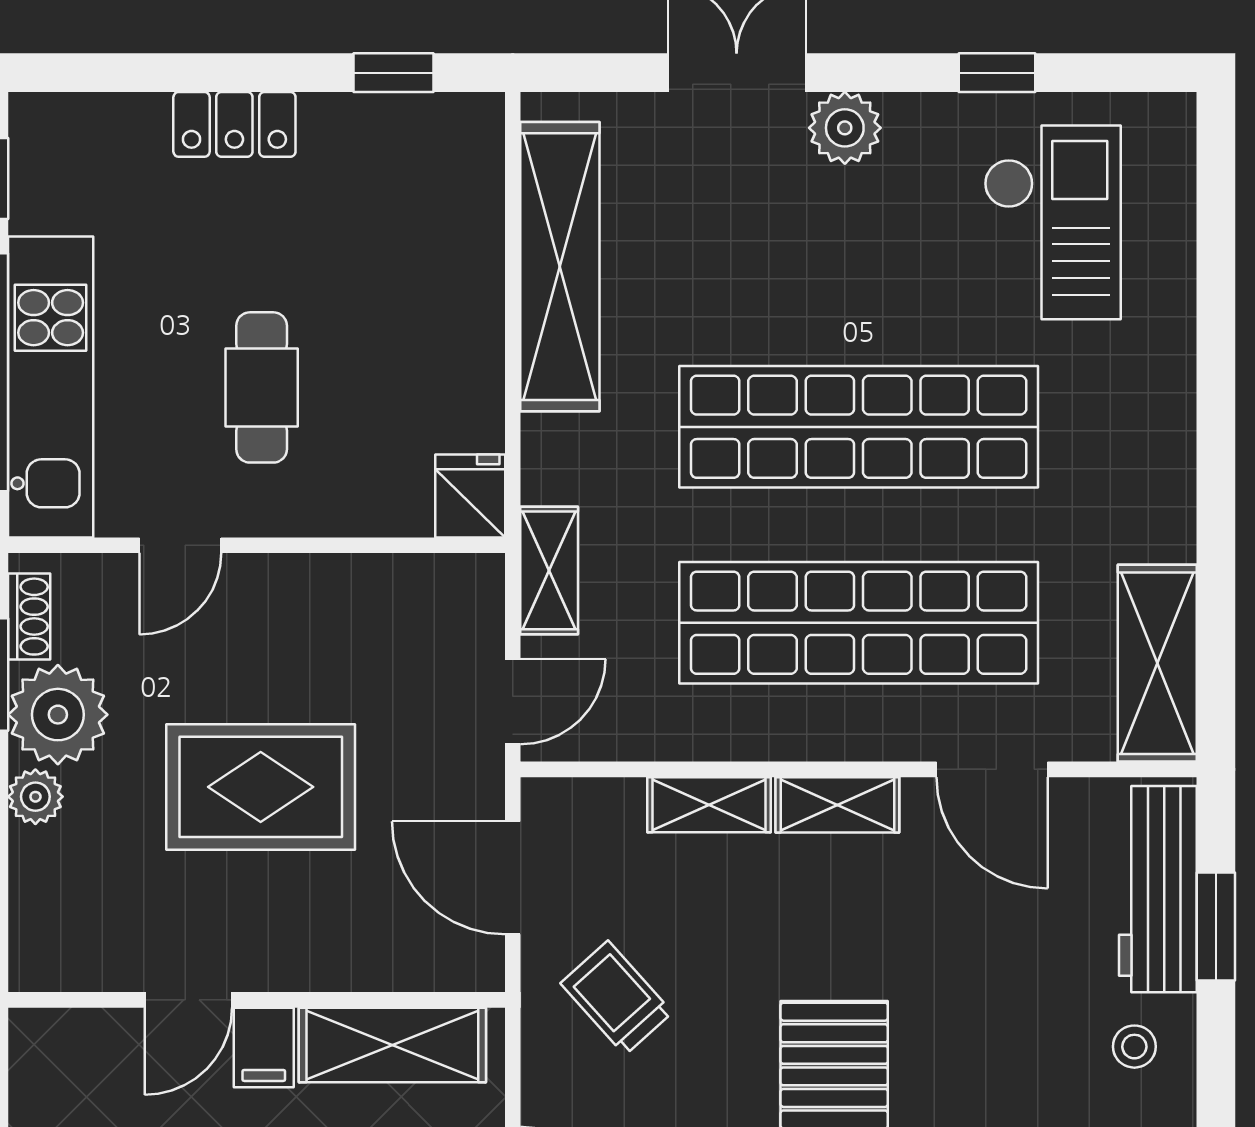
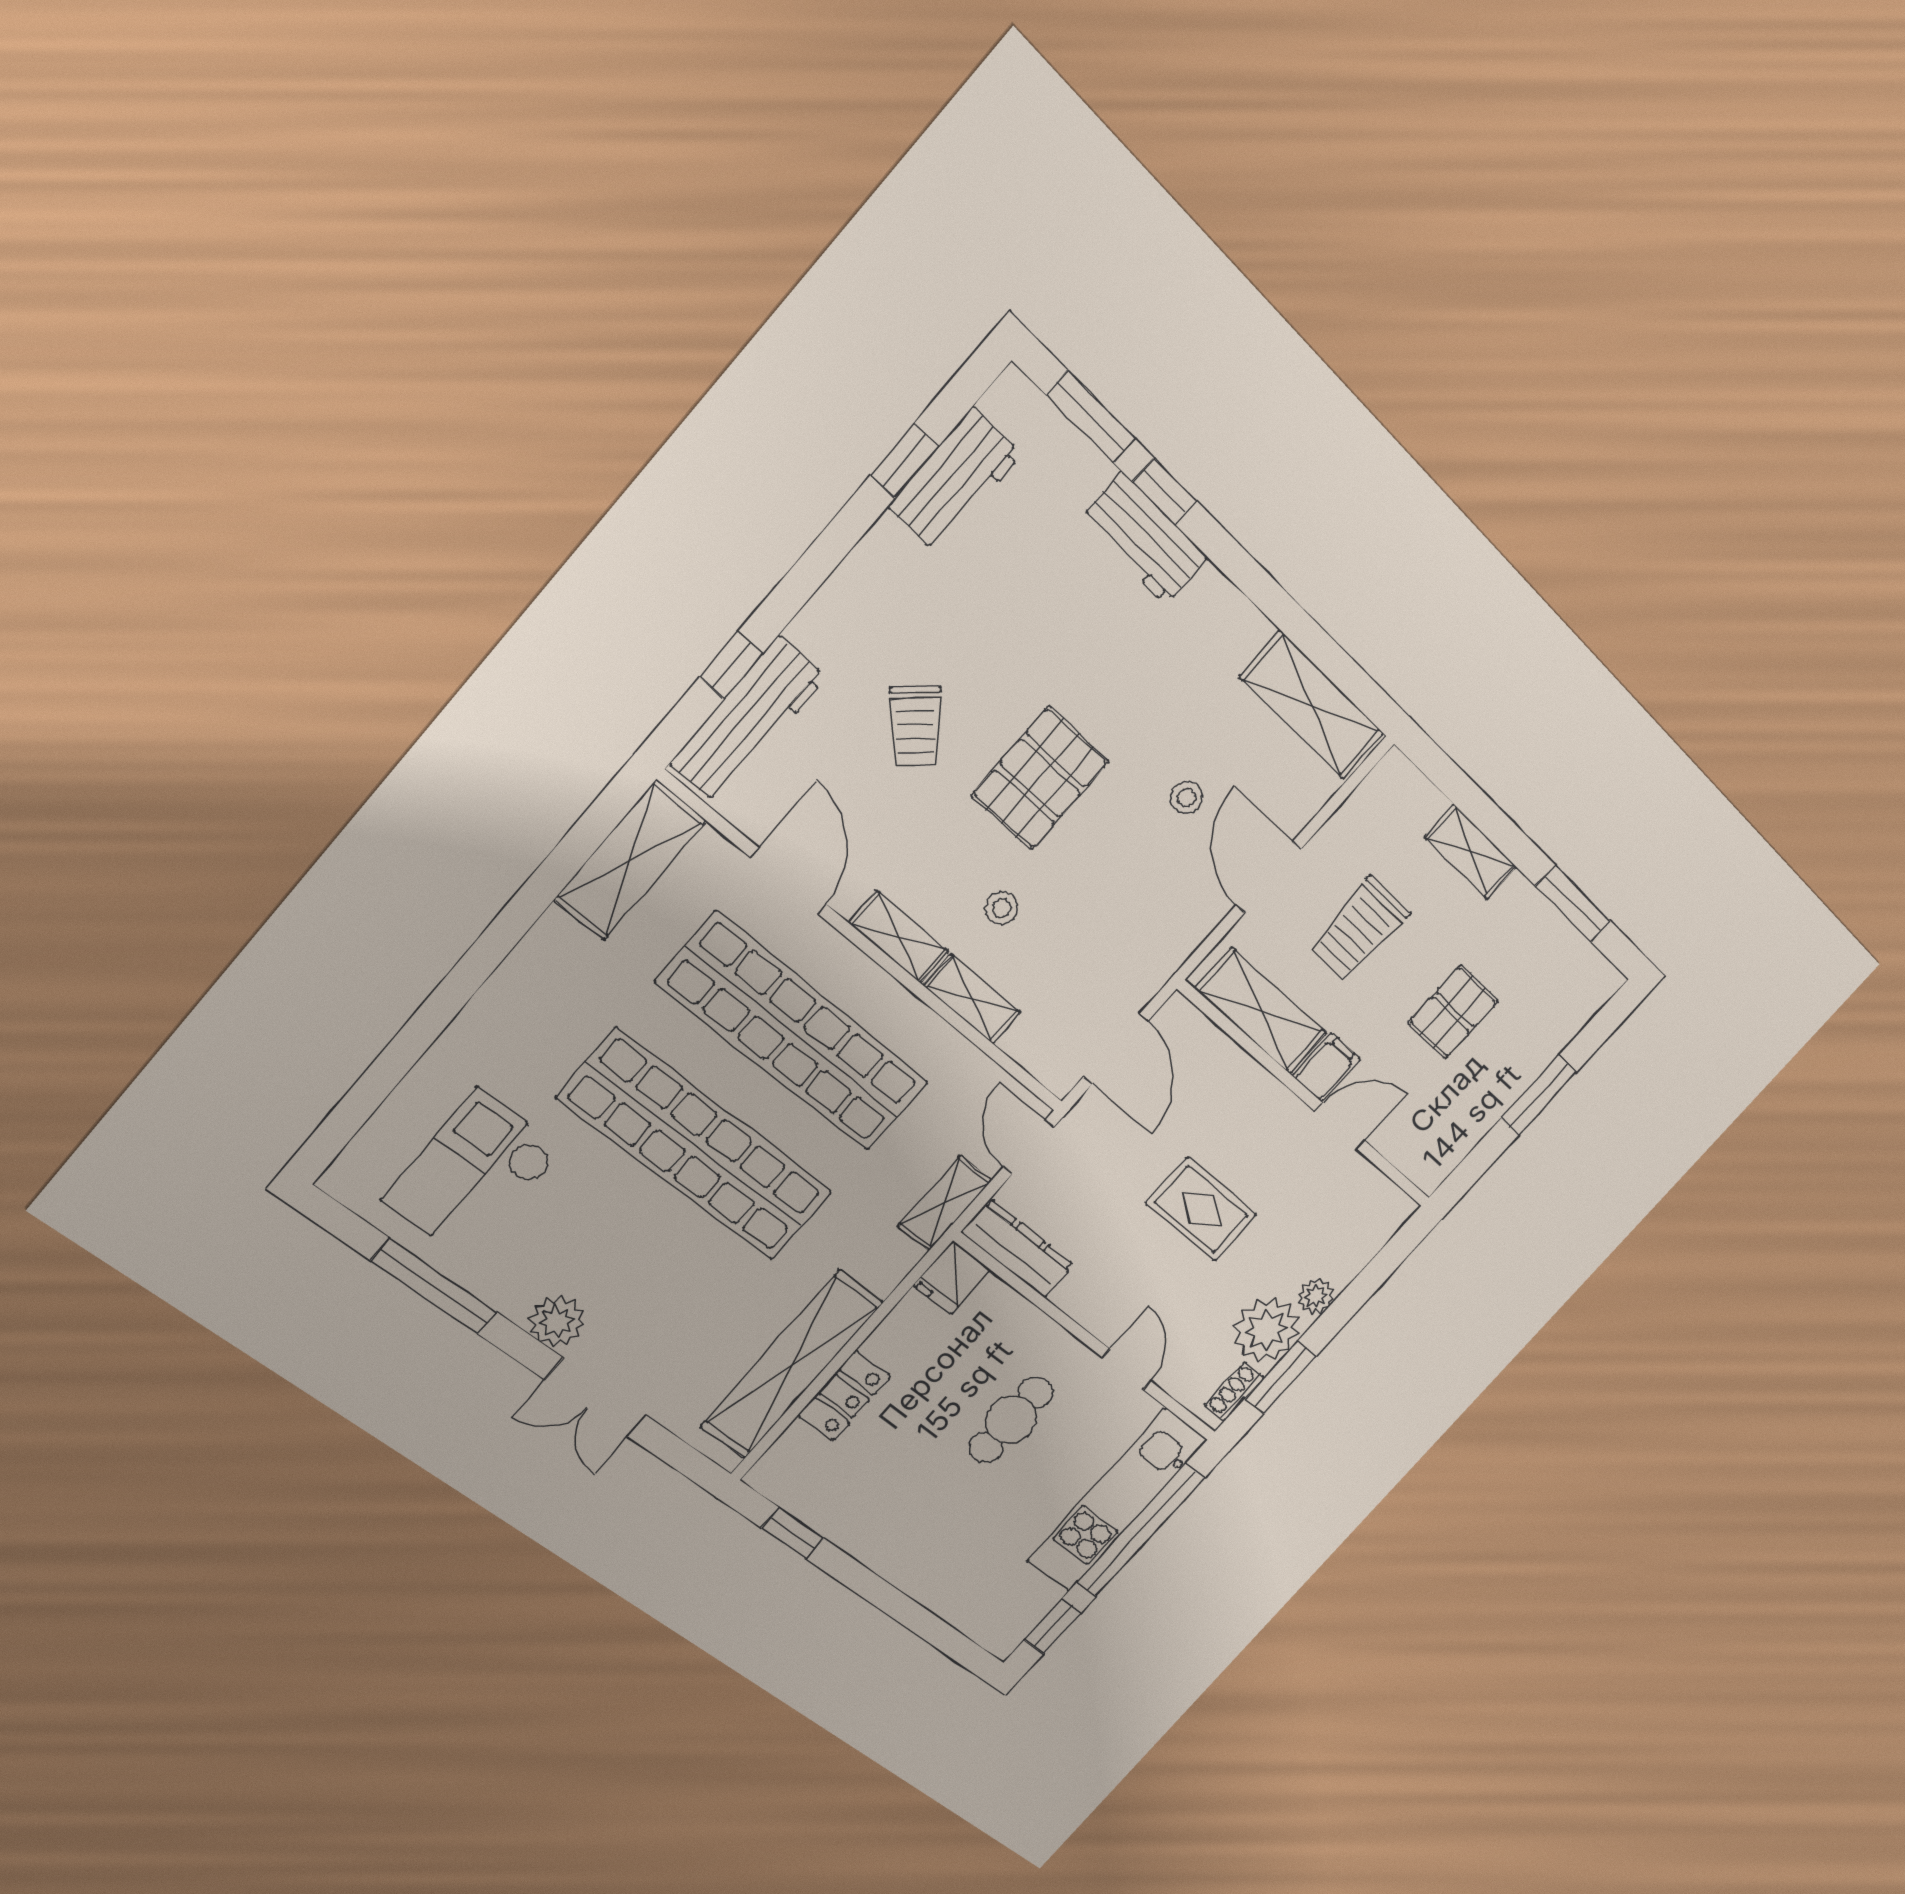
window: (997, 73) -> (434, 1286), width x2.17
locker: (234, 124) -> (844, 1396), moved, turned 90
door: (180, 545) -> (1127, 1369), hinge flipped
dresser: (426, 584) -> (1018, 1249), added
door: (513, 702) -> (1029, 1147), hinge flipped
rug: (261, 787) -> (1201, 1209), width x0.73, depth x0.70
window: (1216, 927) -> (731, 665), width x0.67
trolley: (616, 998) -> (916, 726), moved
stool: (1134, 1047) -> (1002, 908), moved

